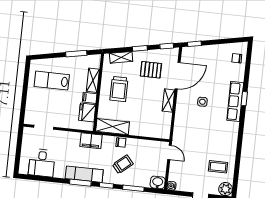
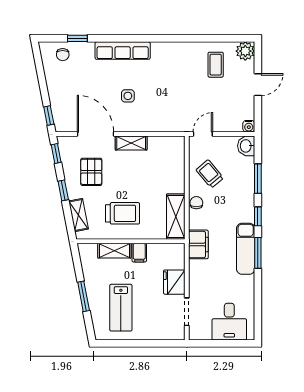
window: (76, 54) -> (84, 296), moved
window: (244, 99) -> (77, 38), moved
fridge: (87, 113) -> (174, 282), moved, turned 90
desk: (42, 163) -> (229, 322), moved, turned 90
trolley: (123, 164) -> (210, 174), moved

